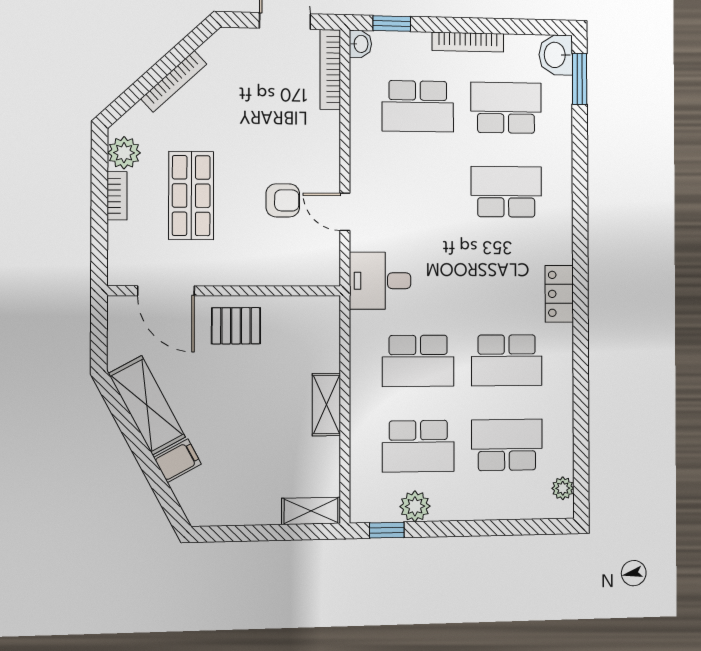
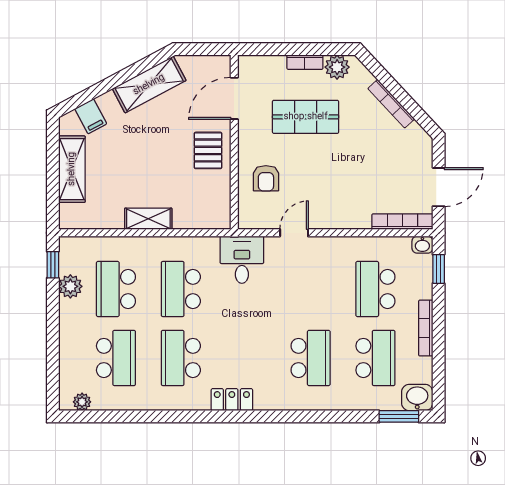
armchair: (283, 200) -> (266, 178), moved
filing cabinet: (177, 461) -> (91, 116), moved
shelving: (311, 511) -> (72, 169), moved, width x1.50, depth x1.33

